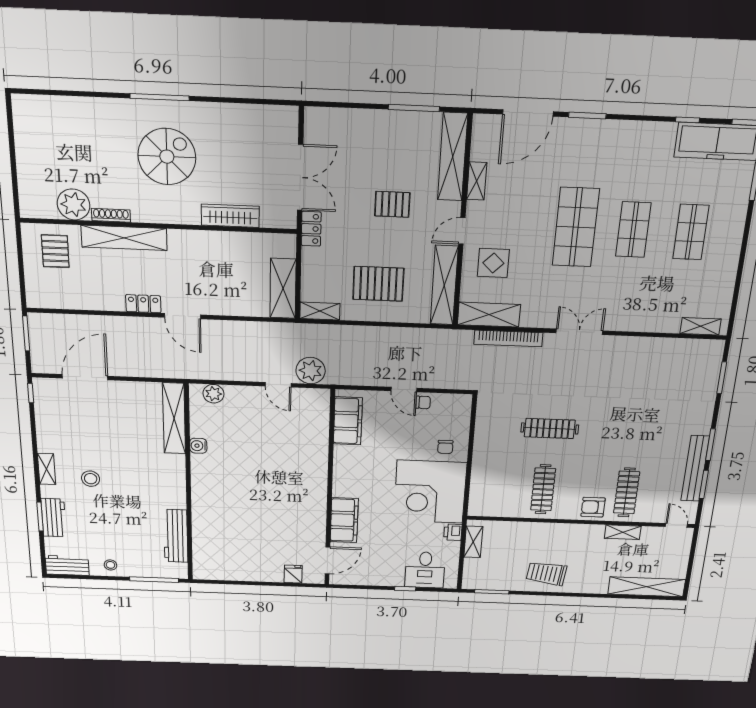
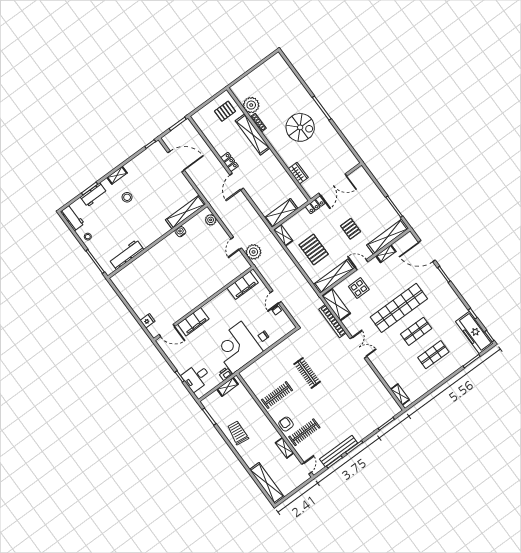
wardrobe: (230, 216) -> (298, 173), width x0.67
shop shelf: (576, 227) -> (399, 308), width x1.40

